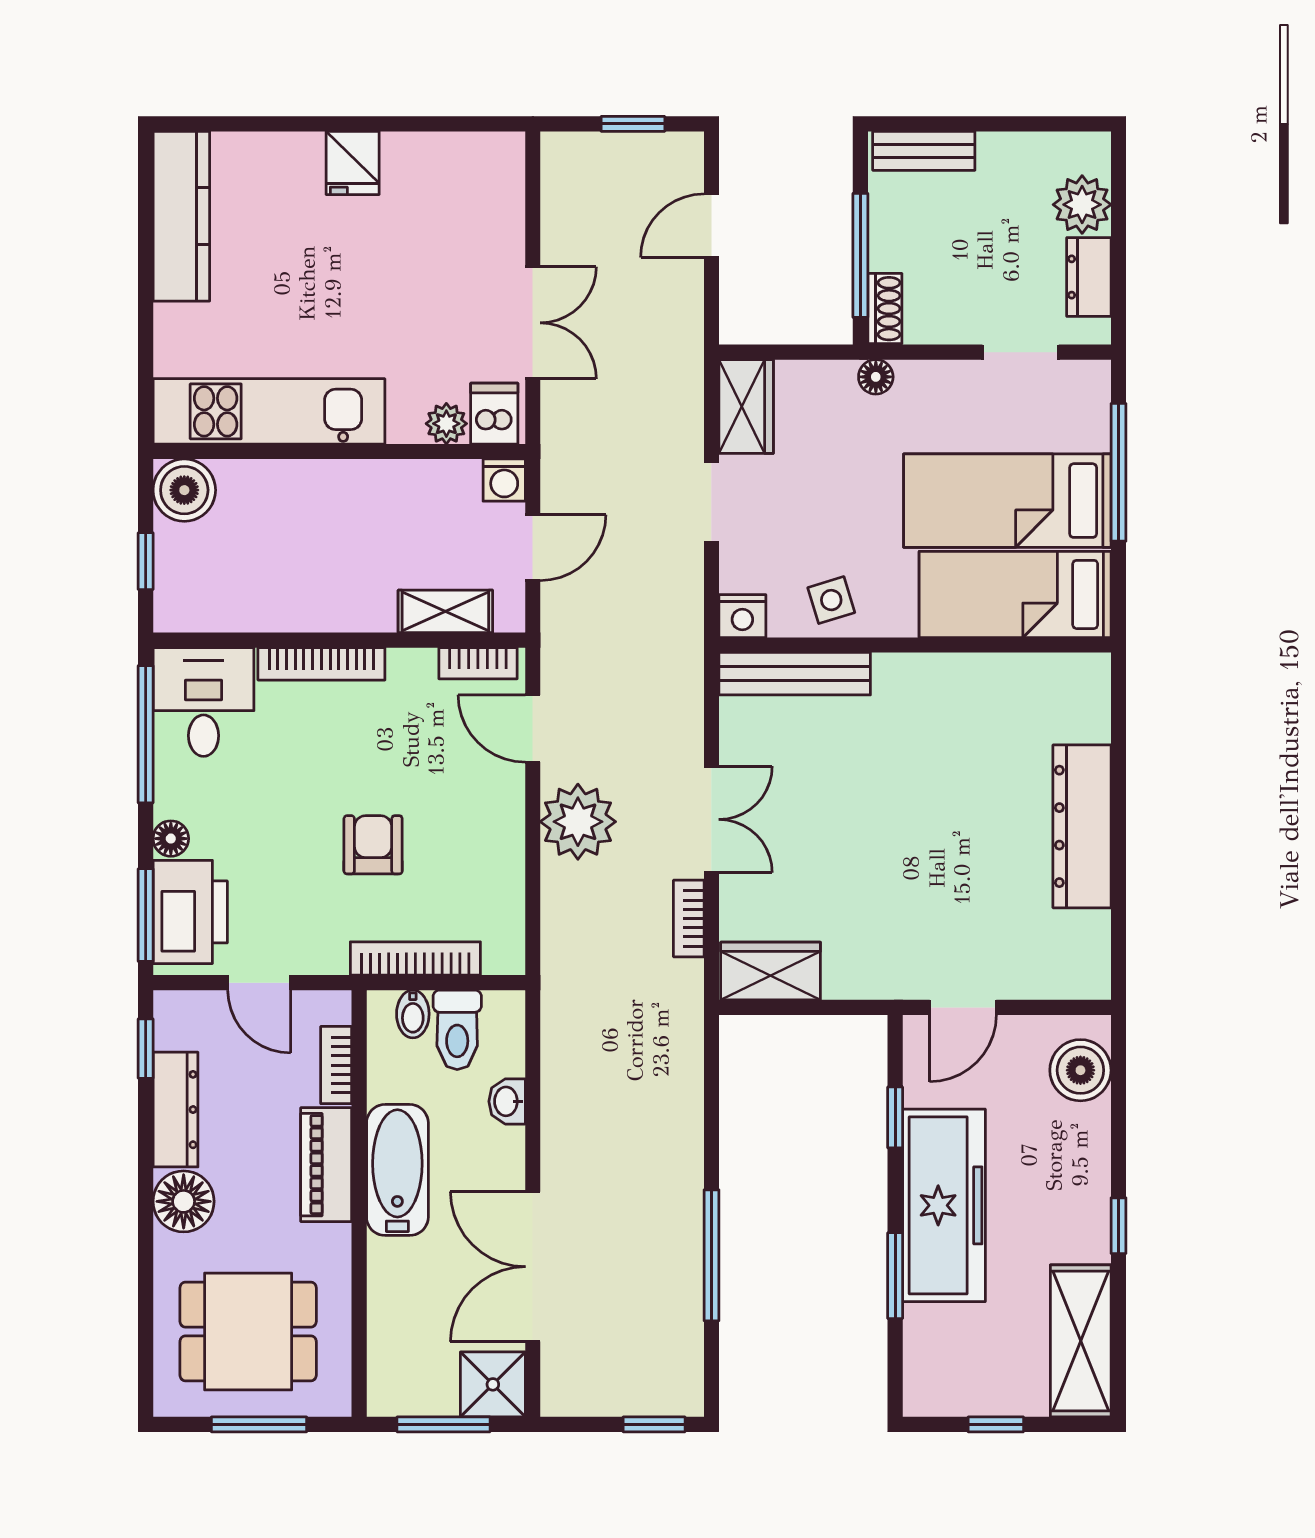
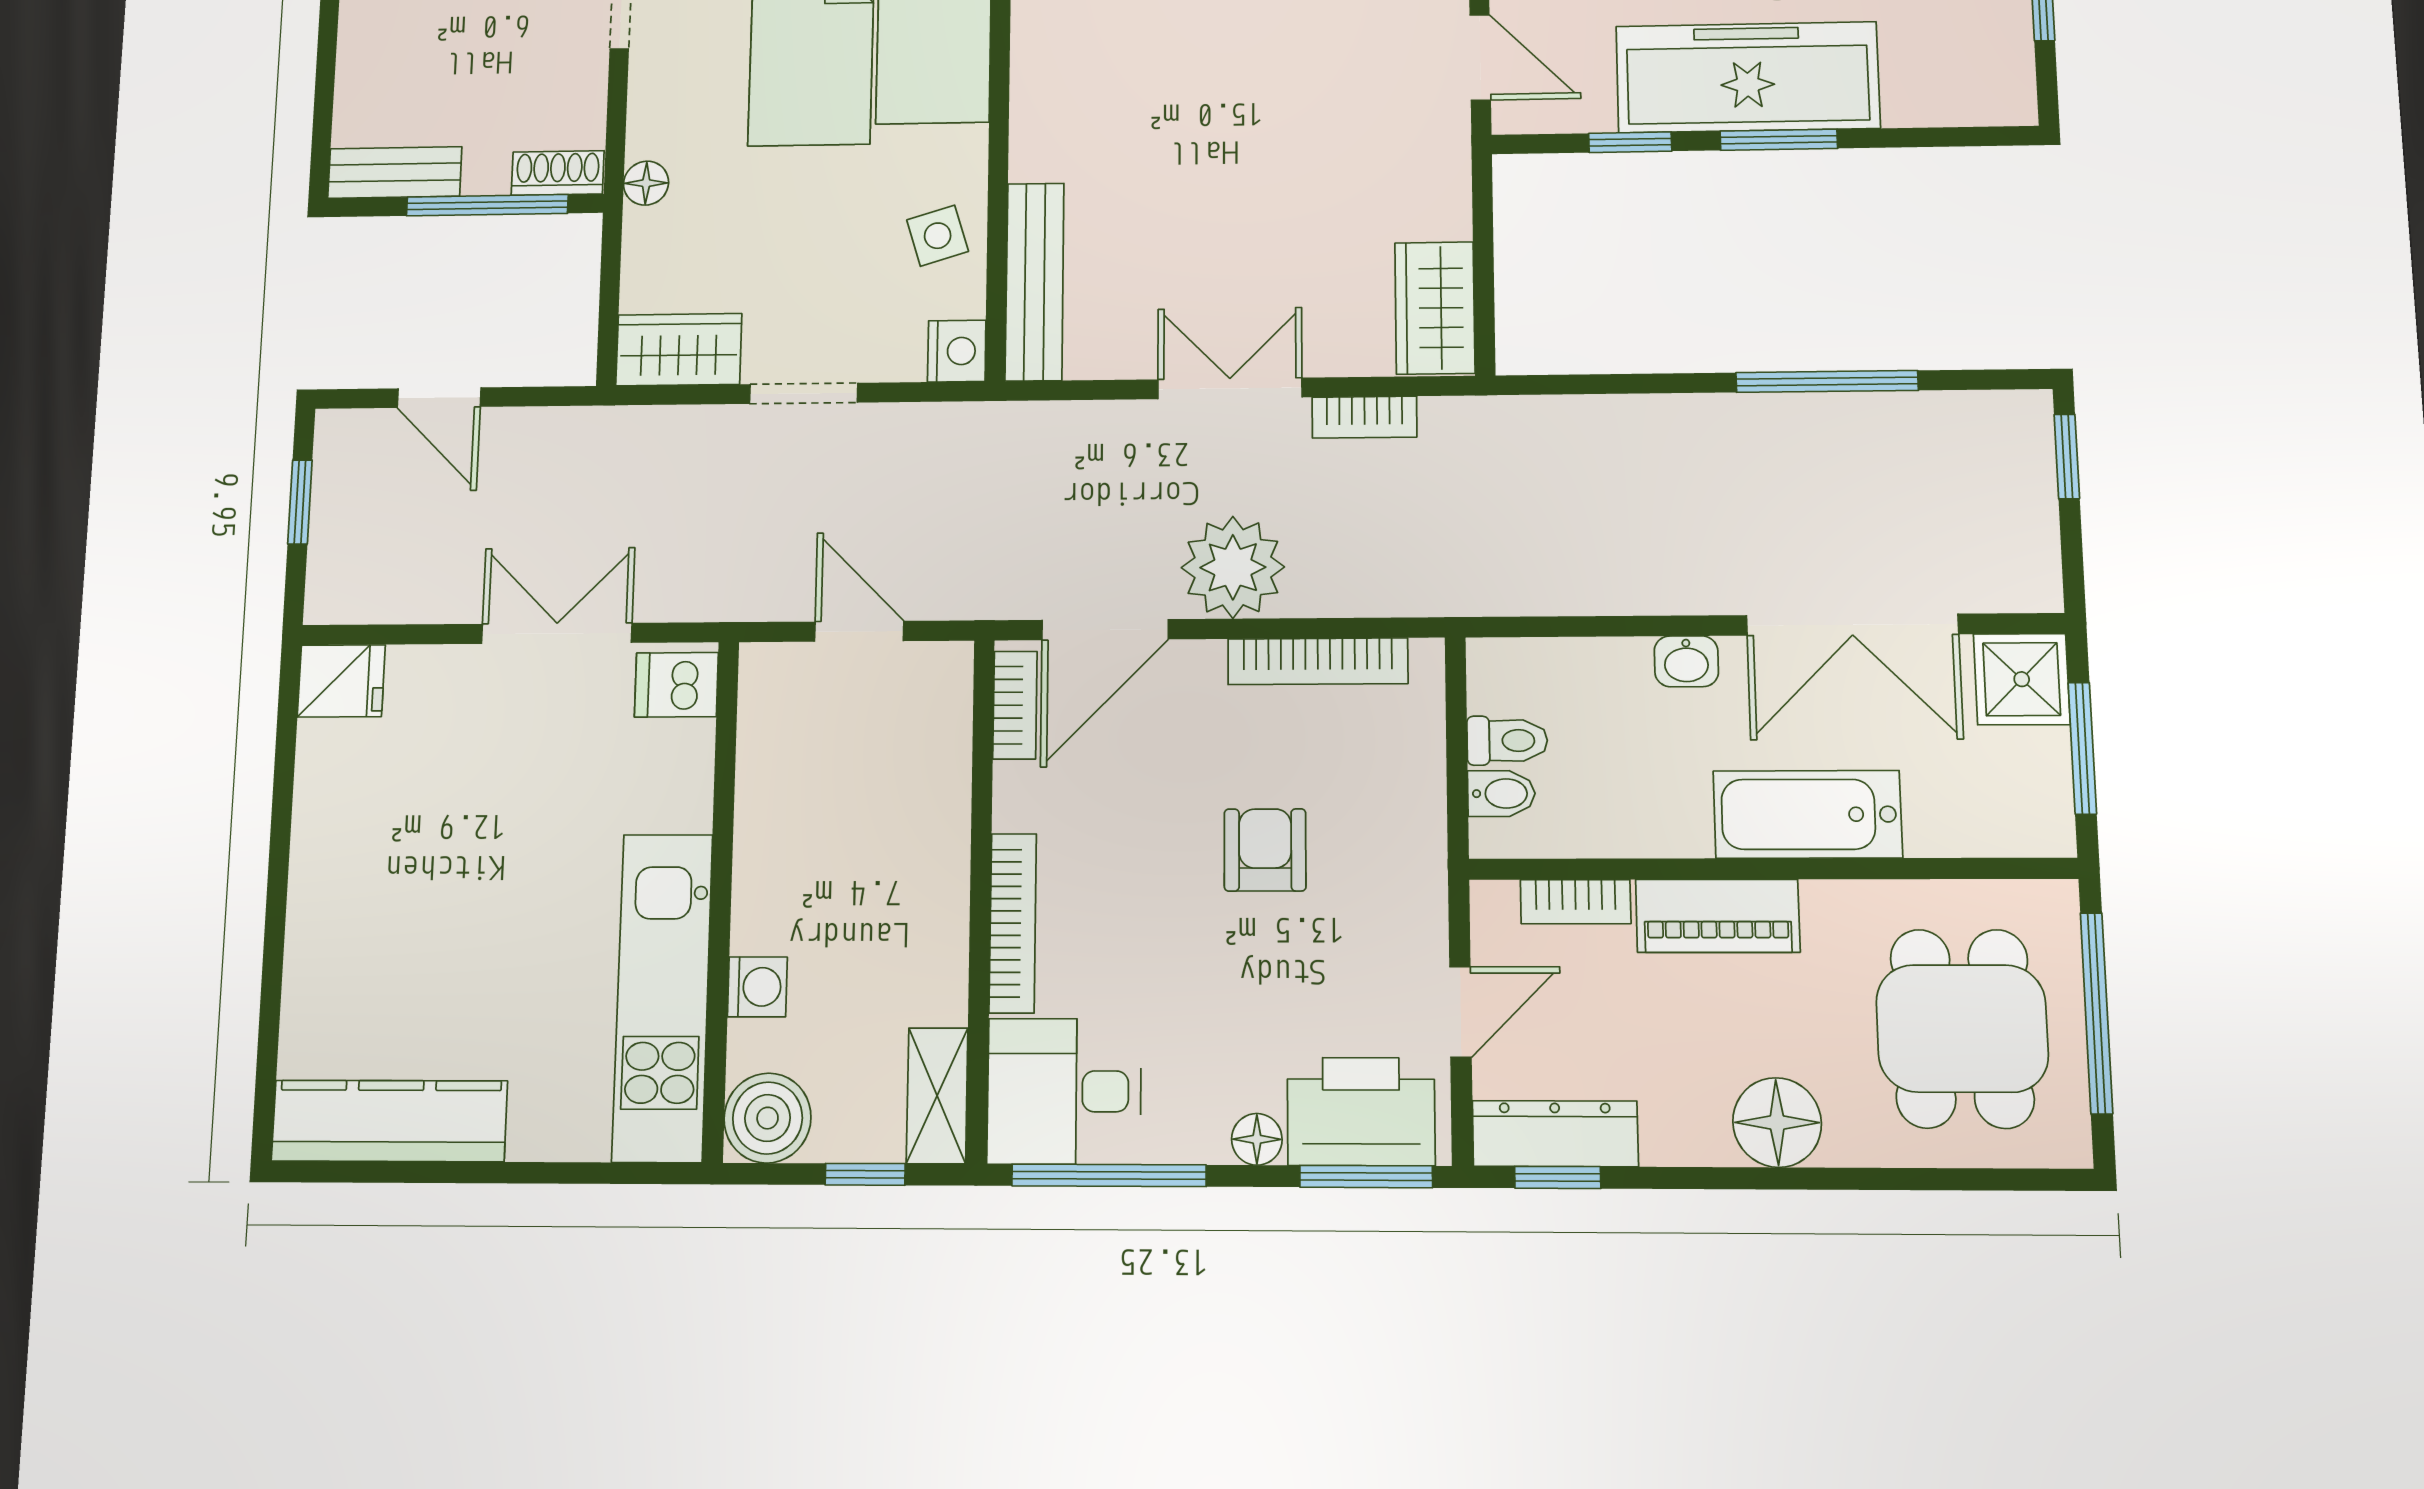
bench: (924, 151) -> (395, 172), moved, turned 90
fridge: (353, 163) -> (341, 681), moved
plant: (446, 424) -> (688, 750), removed
washing machine: (504, 480) -> (757, 987), moved
shelving: (445, 611) -> (937, 1096), moved
door: (533, 729) -> (1105, 630), width x1.38
armchair: (373, 845) -> (1265, 850), turned 90
bookcase: (415, 958) -> (1318, 661), moved, turned -90
toilet: (457, 1030) -> (1507, 741), width x0.73, depth x0.72
washbasin: (507, 1101) -> (1686, 661), moved
dresser: (176, 1110) -> (1555, 1134), moved
bathtub: (397, 1170) -> (1808, 814), moved
window: (895, 1276) -> (1779, 140), moved
window: (259, 1424) -> (2096, 1013), width x1.44

